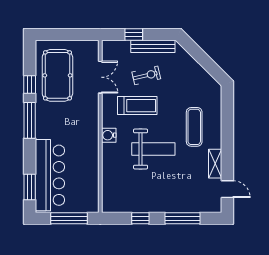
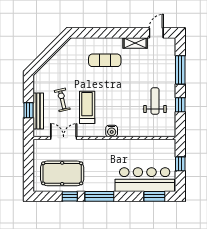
bench: (153, 46) -> (38, 111), moved
weight bench: (153, 149) -> (155, 101), moved, width x0.73, depth x0.75
window: (69, 218) -> (180, 164), width x0.46

